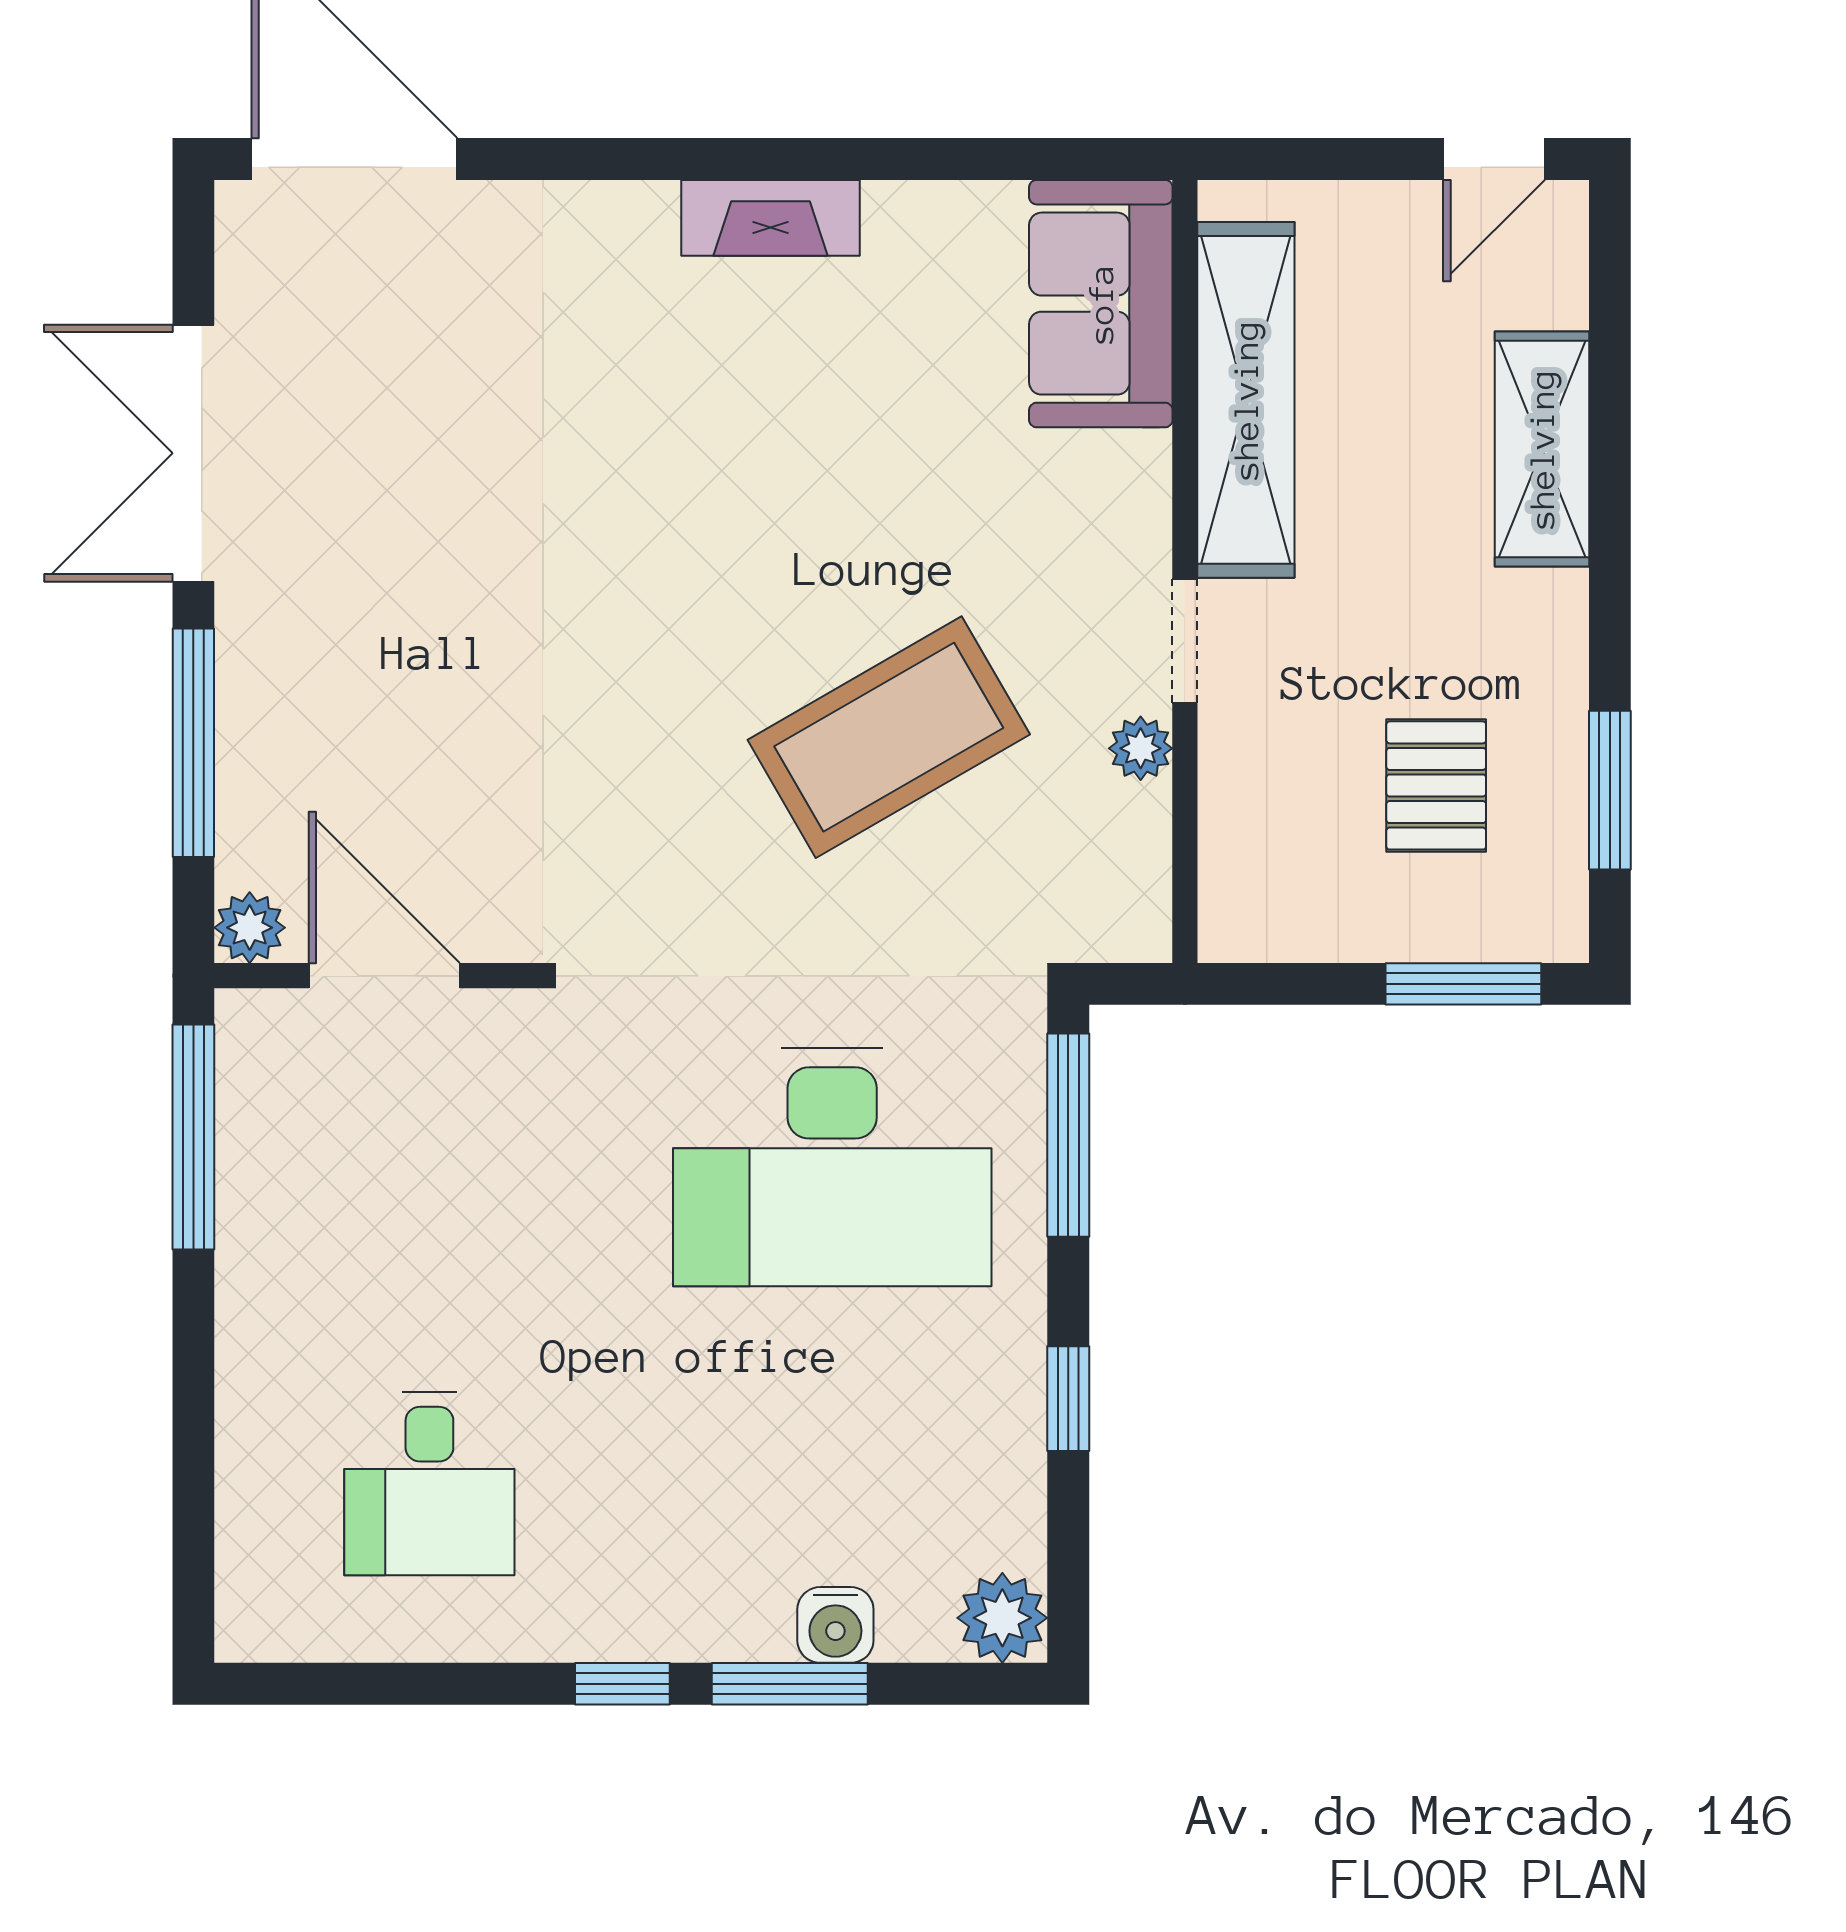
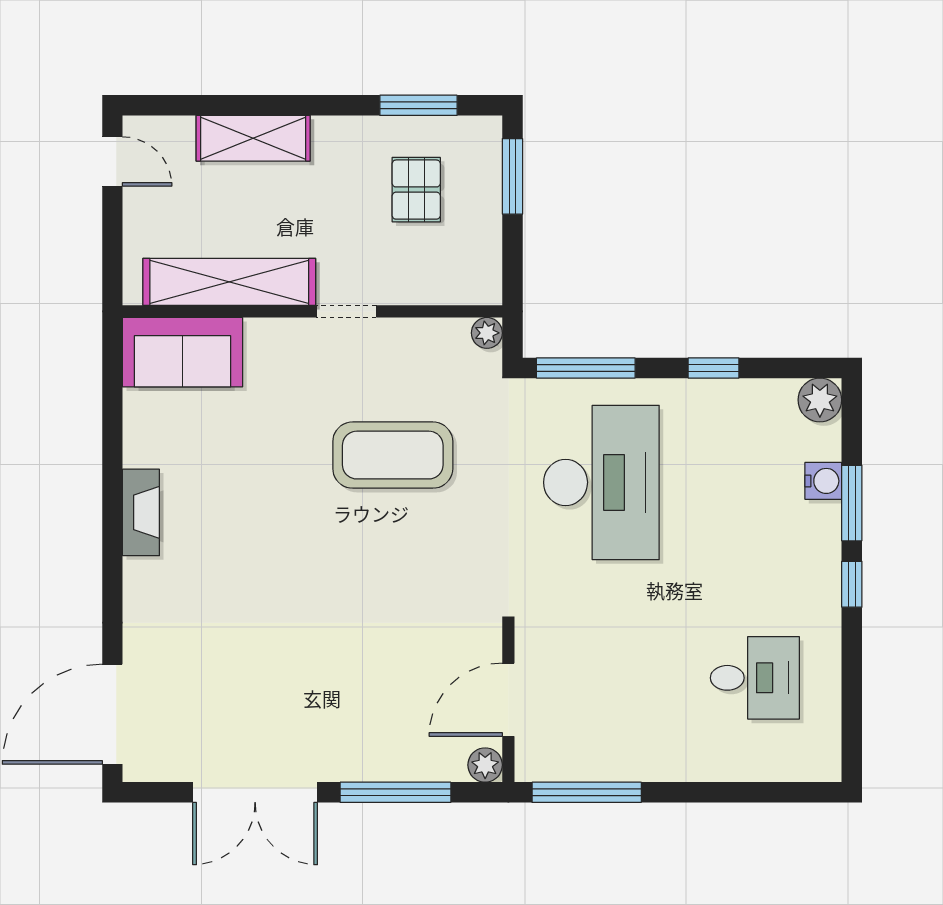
coffee table: (889, 737) -> (393, 455), turned -60
plant: (1141, 748) -> (487, 333), moved
pallet: (1436, 785) -> (416, 190), turned 90

